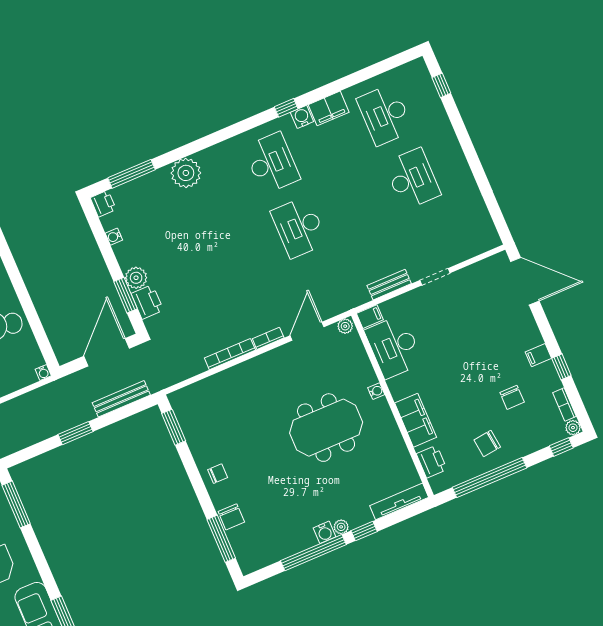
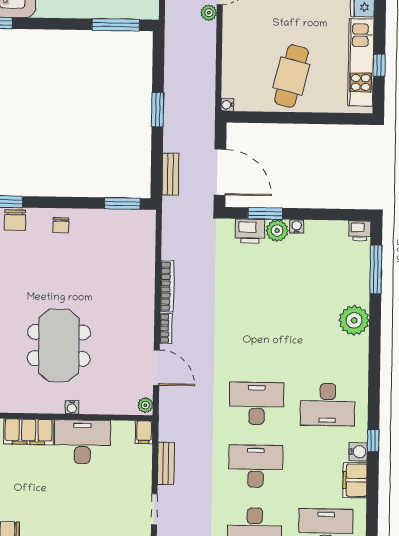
desk: (356, 203) -> (256, 466), added
water cooler: (114, 237) -> (297, 226), moved
desk: (394, 347) -> (82, 442), moved
bench: (121, 399) -> (170, 174), width x0.73
chair: (231, 517) -> (15, 220), turned -90

